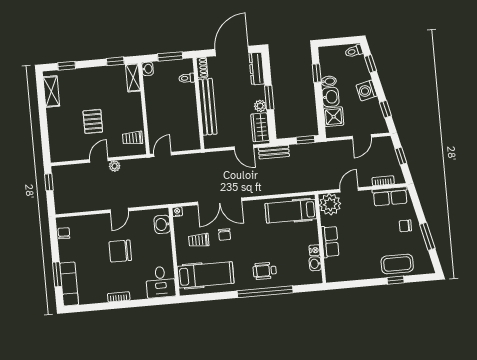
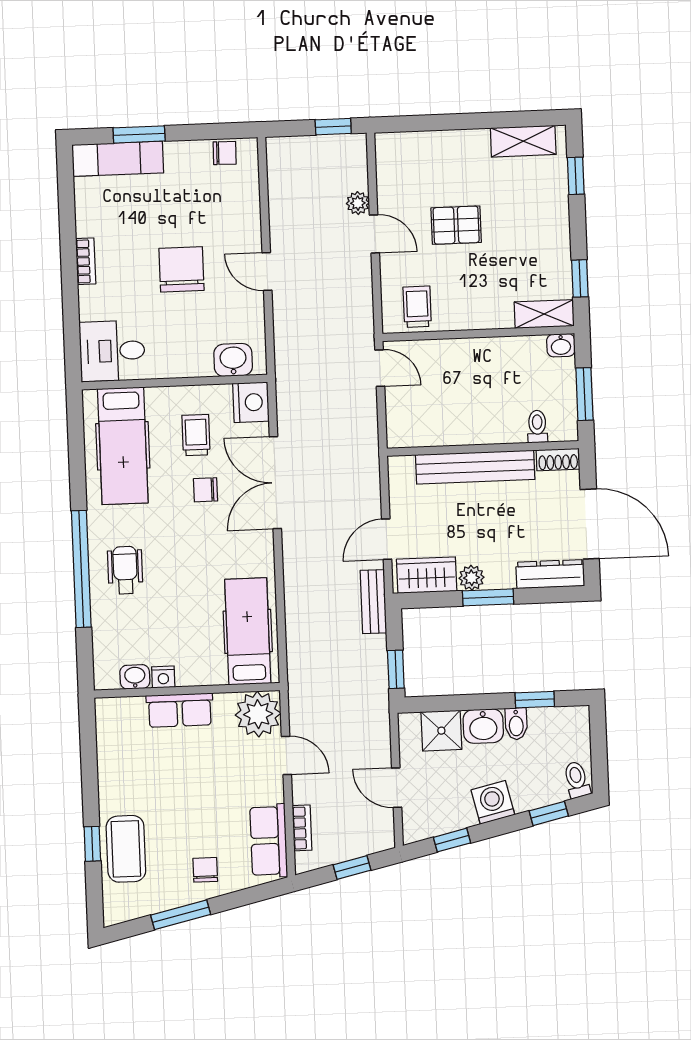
plant: (115, 166) -> (358, 203), moved
nightstand: (177, 212) -> (251, 402), width x1.89, depth x1.79

